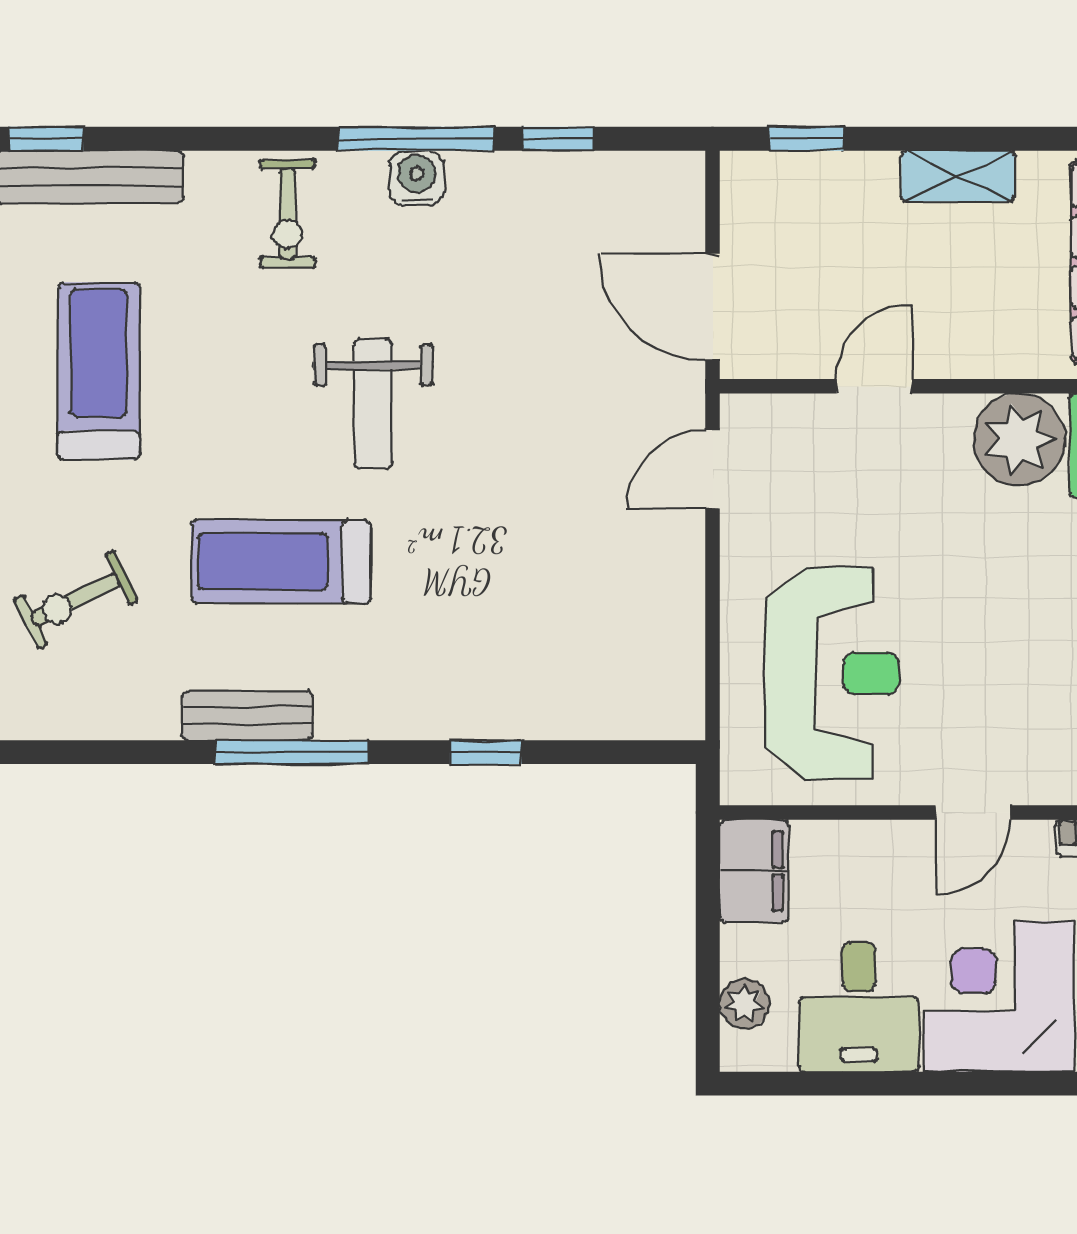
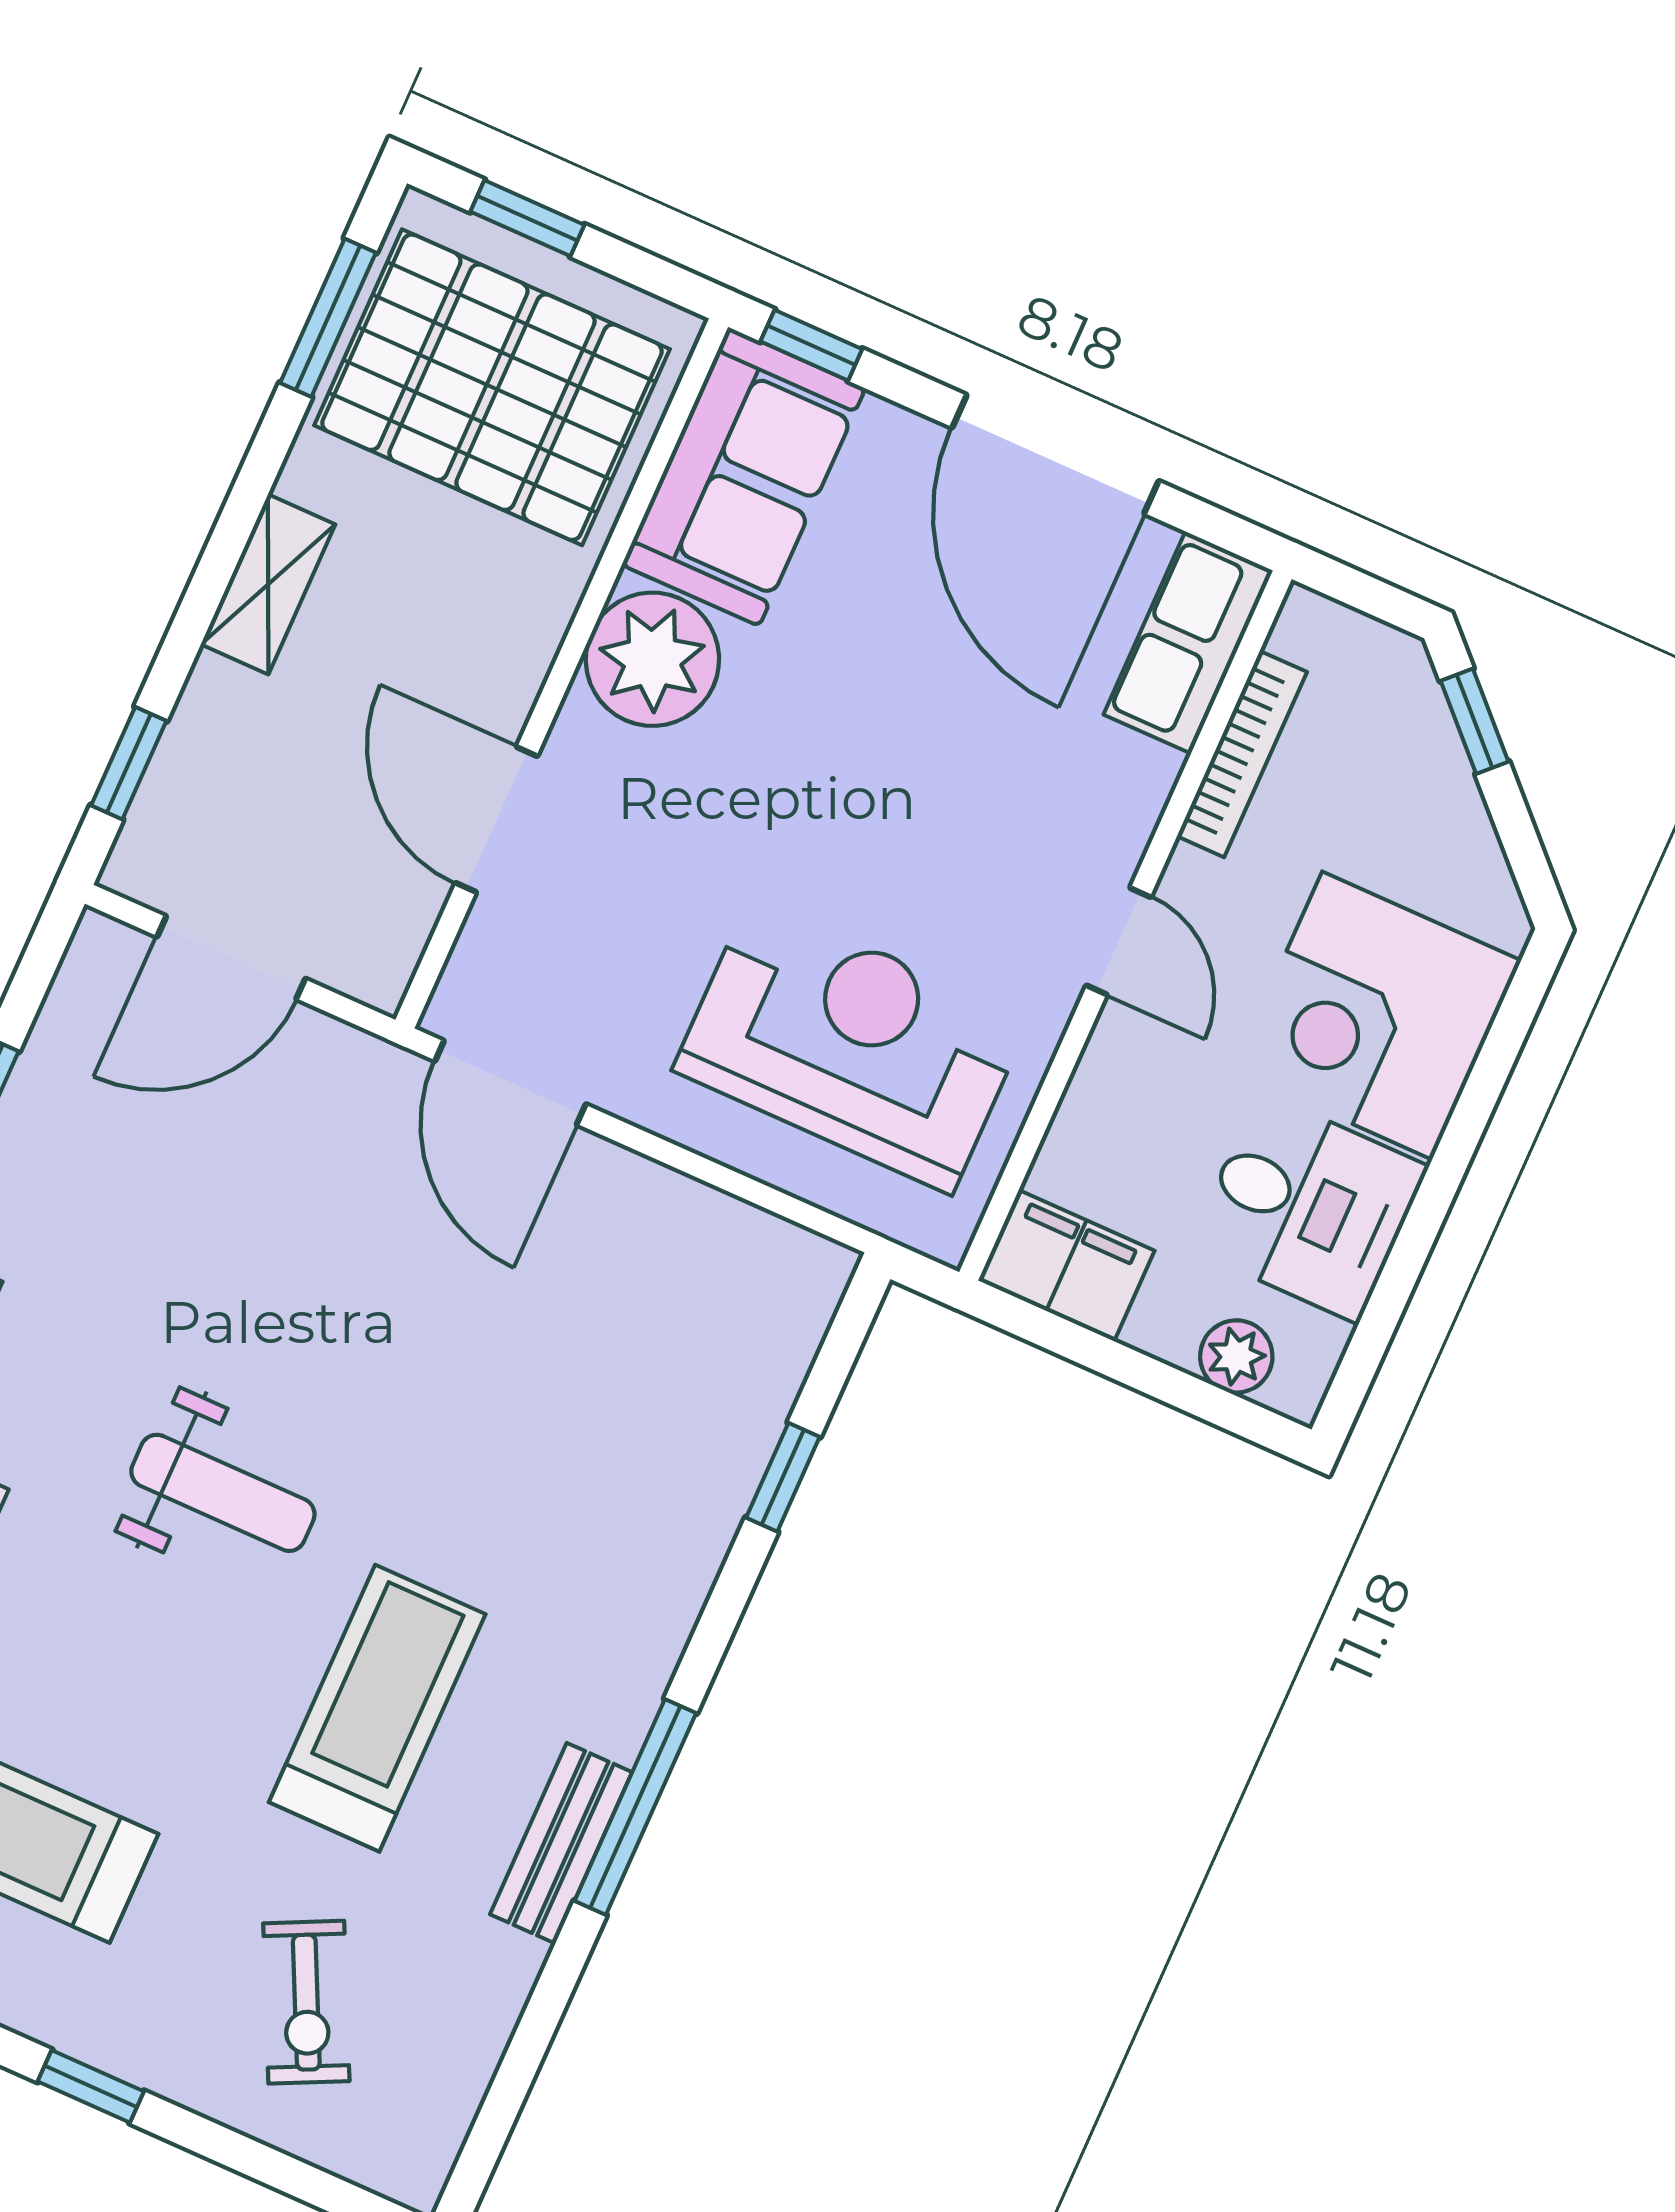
door: (713, 307) -> (231, 958), moved
door: (874, 386) -> (496, 819), width x1.38
door: (713, 469) -> (510, 1083), width x1.38
treadmill: (281, 562) -> (377, 1708), turned 180
window: (486, 752) -> (783, 1477), moved

